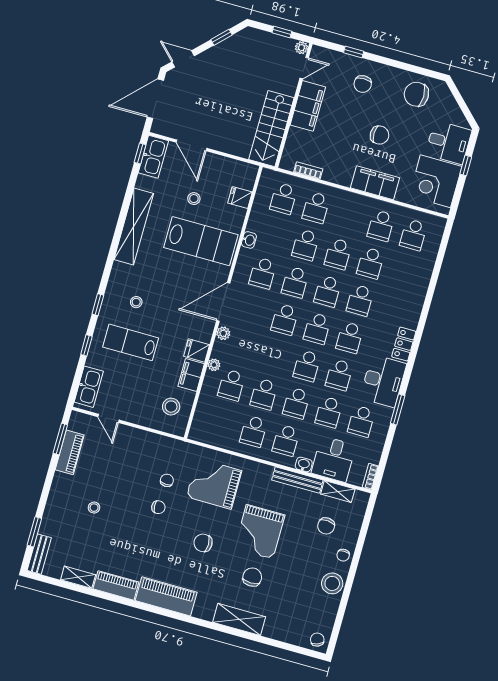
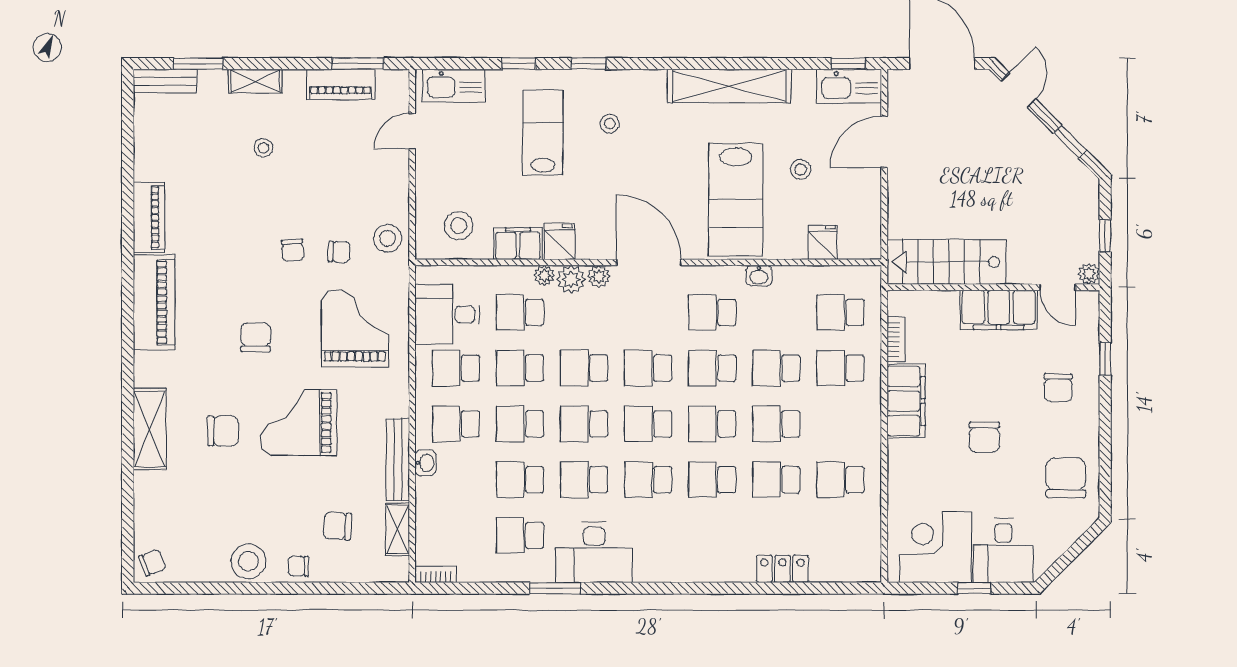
chair: (363, 84) -> (1058, 388), turned -90
filing cabinet: (375, 183) -> (906, 401), moved
school desk: (413, 235) -> (584, 368), moved
locker: (404, 344) -> (782, 569), moved
plant: (221, 350) -> (571, 279), added
stool: (167, 450) -> (388, 238), added
desk: (334, 459) -> (447, 314), moved
shelving: (78, 577) -> (255, 81), moved, turned 90

